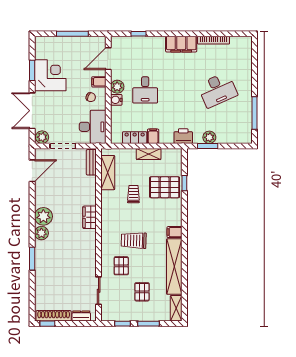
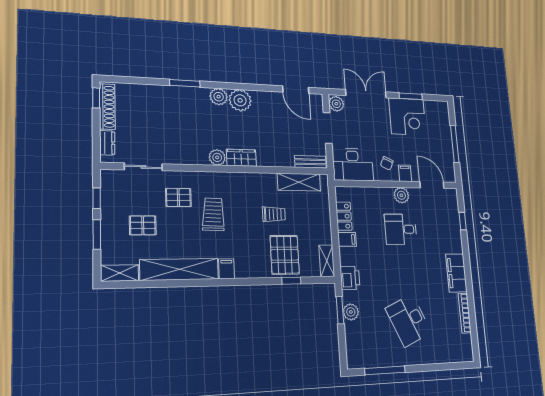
water cooler: (116, 100) -> (386, 194), removed
shelving: (149, 154) -> (327, 261), moved
plant: (90, 236) -> (217, 157), added

